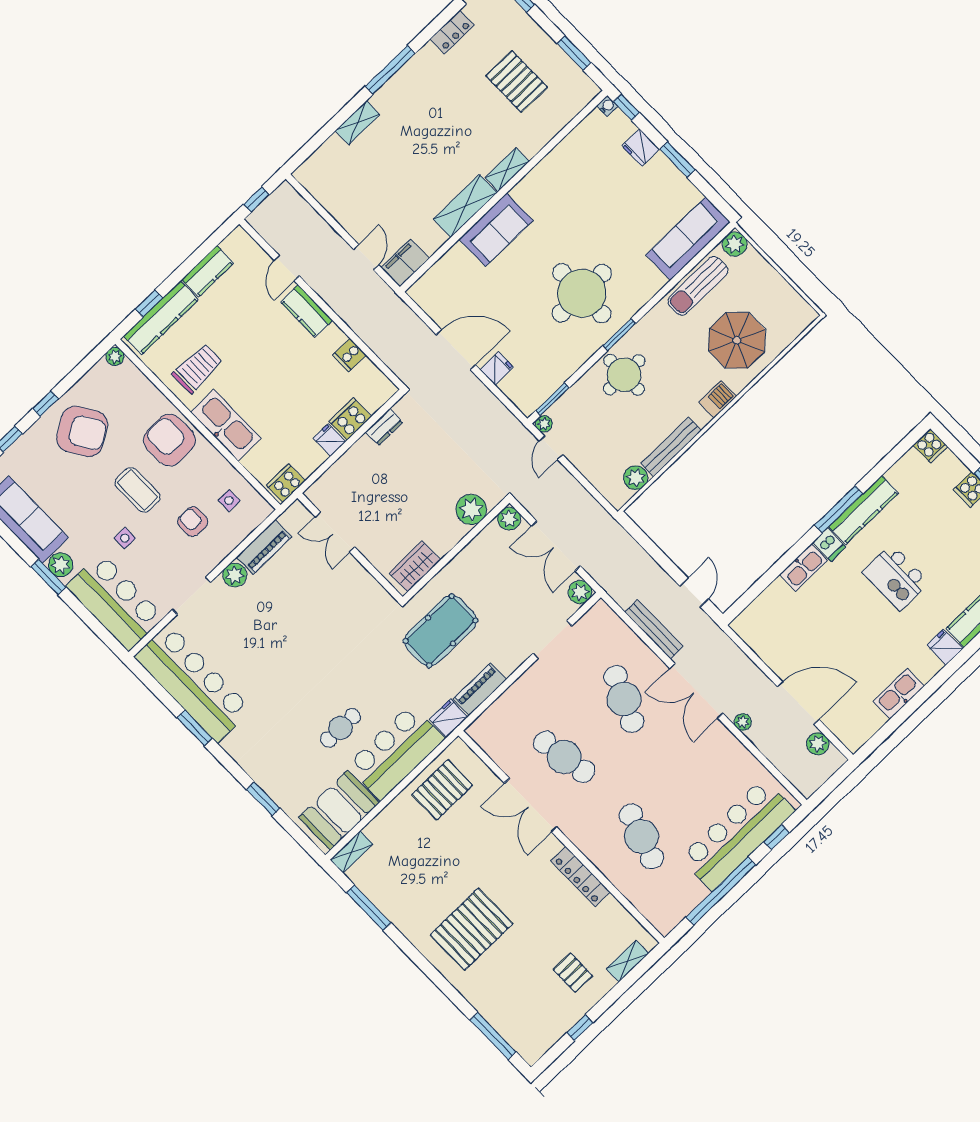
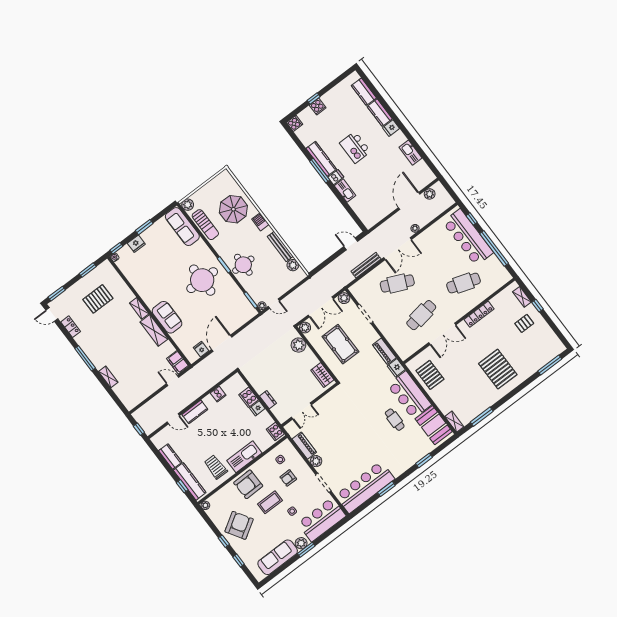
fridge: (497, 368) -> (201, 349), moved
dresser: (384, 427) -> (268, 400), moved
kitchen island: (896, 577) -> (355, 147), turned 90
pool table: (440, 631) -> (340, 344), moved
window: (580, 1028) -> (538, 306), moved

